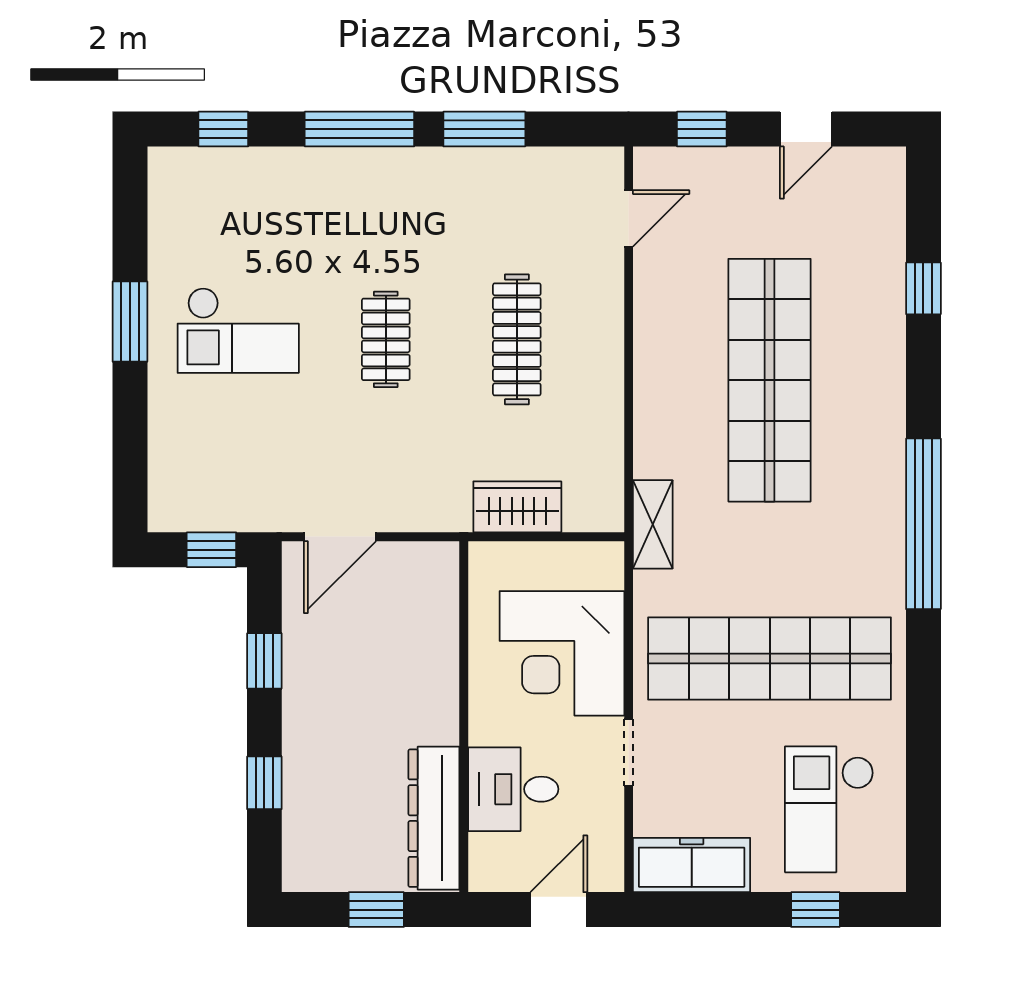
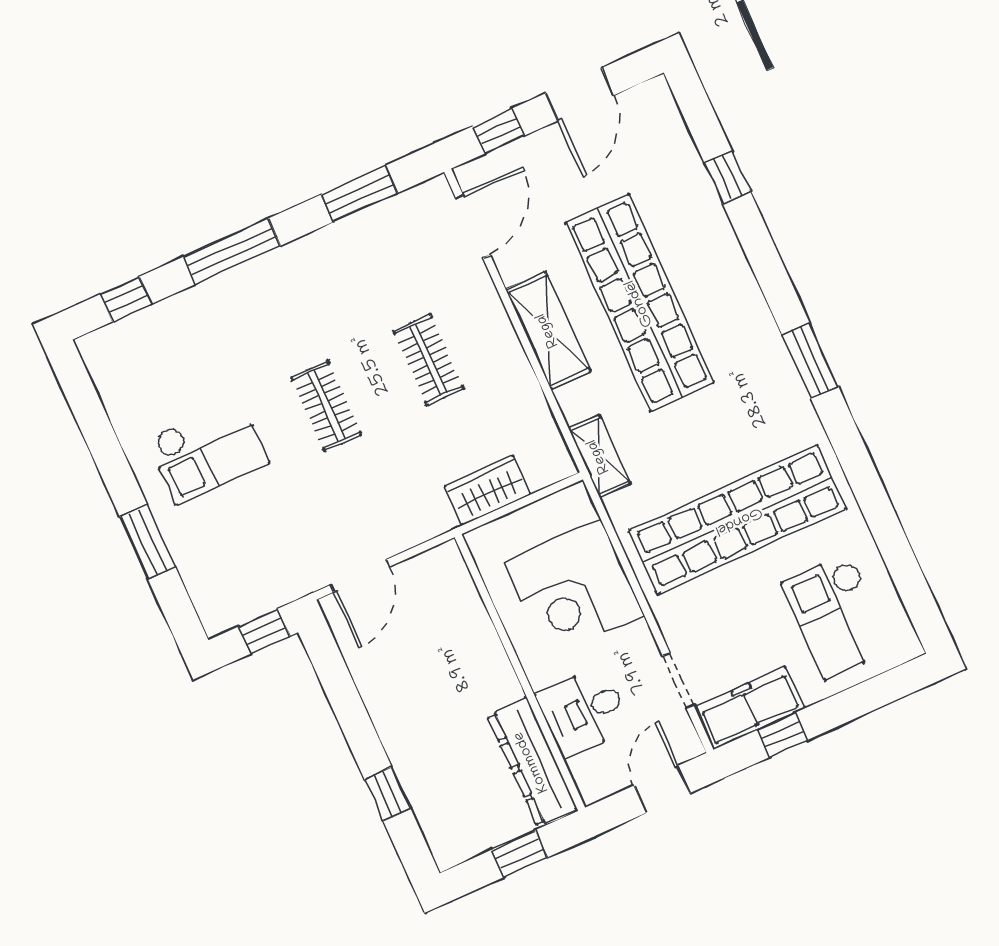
window: (484, 129) -> (359, 194), moved
door: (806, 129) -> (580, 94), width x1.38
door: (629, 218) -> (473, 226), width x1.37
window: (130, 322) -> (148, 542), moved
clothes rail: (517, 339) -> (428, 360), width x0.73
shelving: (659, 366) -> (548, 330), added
window: (923, 524) -> (810, 360), width x0.47
window: (264, 661) -> (345, 699), removed
doorway: (629, 752) -> (678, 681), moved
window: (815, 910) -> (782, 735), moved

